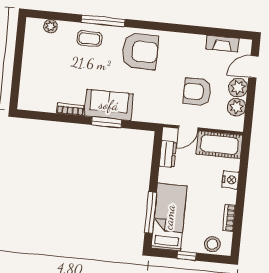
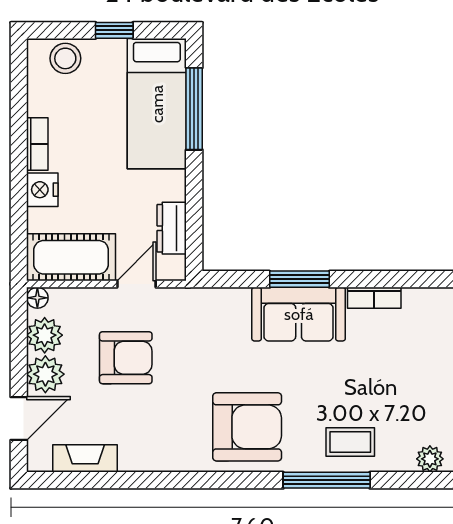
armchair: (140, 51) -> (247, 427), turned 180
floor lamp: (238, 126) -> (37, 298), added
bookcase: (229, 218) -> (37, 144), moved

